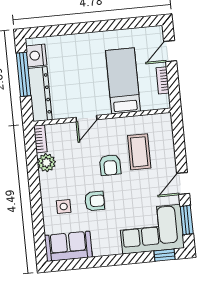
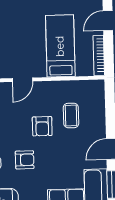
bookcase: (163, 80) -> (99, 55), width x1.56
coffee table: (139, 152) -> (71, 115), width x0.73, depth x0.77

